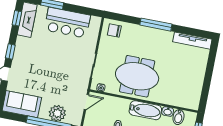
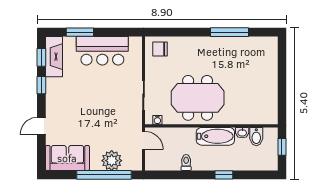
window: (156, 25) -> (229, 32), moved
tv unit: (192, 41) -> (255, 43), removed
window: (10, 52) -> (41, 85), moved
door: (86, 102) -> (144, 140), hinge flipped

